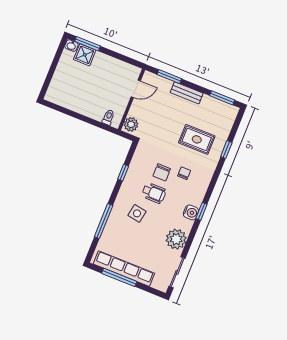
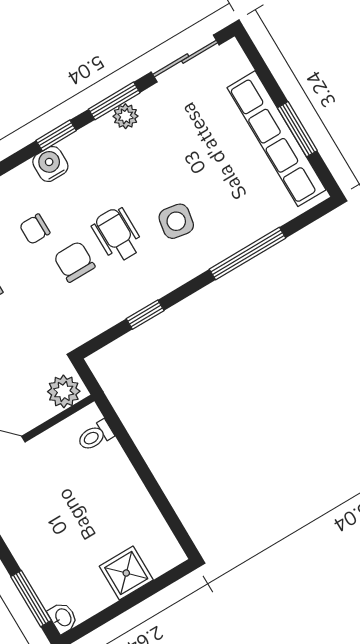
shower: (85, 55) -> (126, 573), moved
chair: (162, 172) -> (74, 262), turned -90
water cooler: (191, 212) -> (50, 164), moved
plant: (176, 239) -> (125, 116), width x0.53, depth x0.53
window: (190, 239) -> (114, 101), added
window: (119, 277) -> (297, 129), width x0.69

